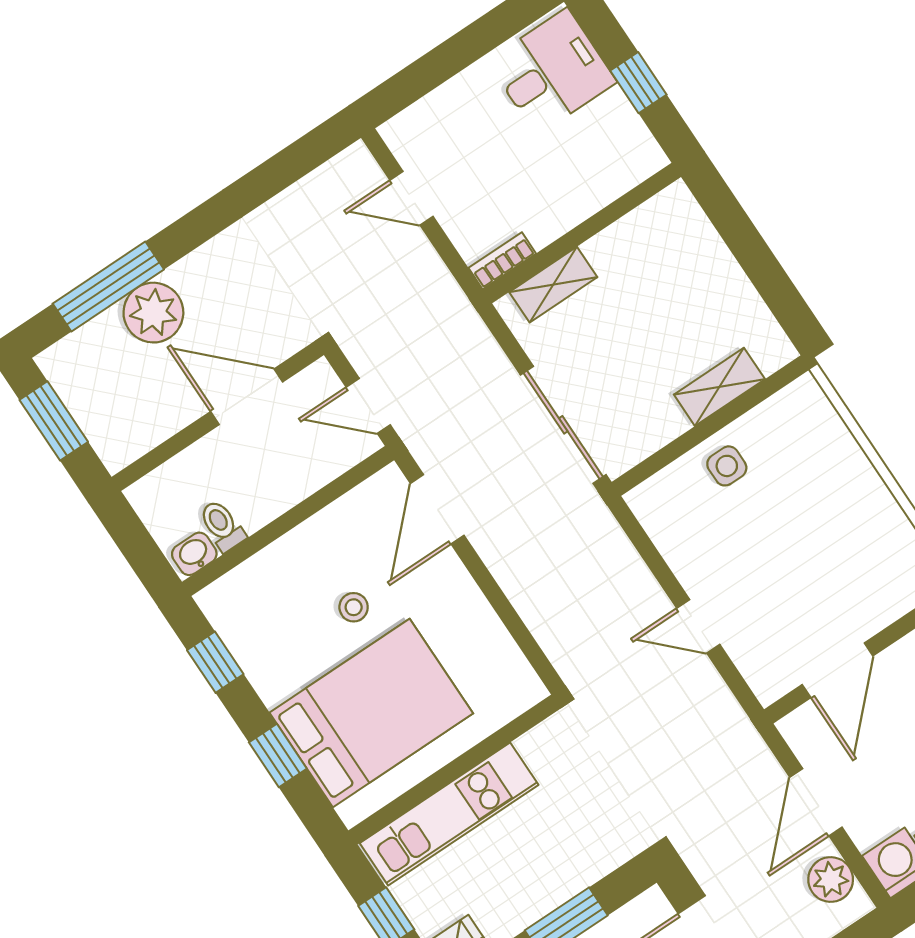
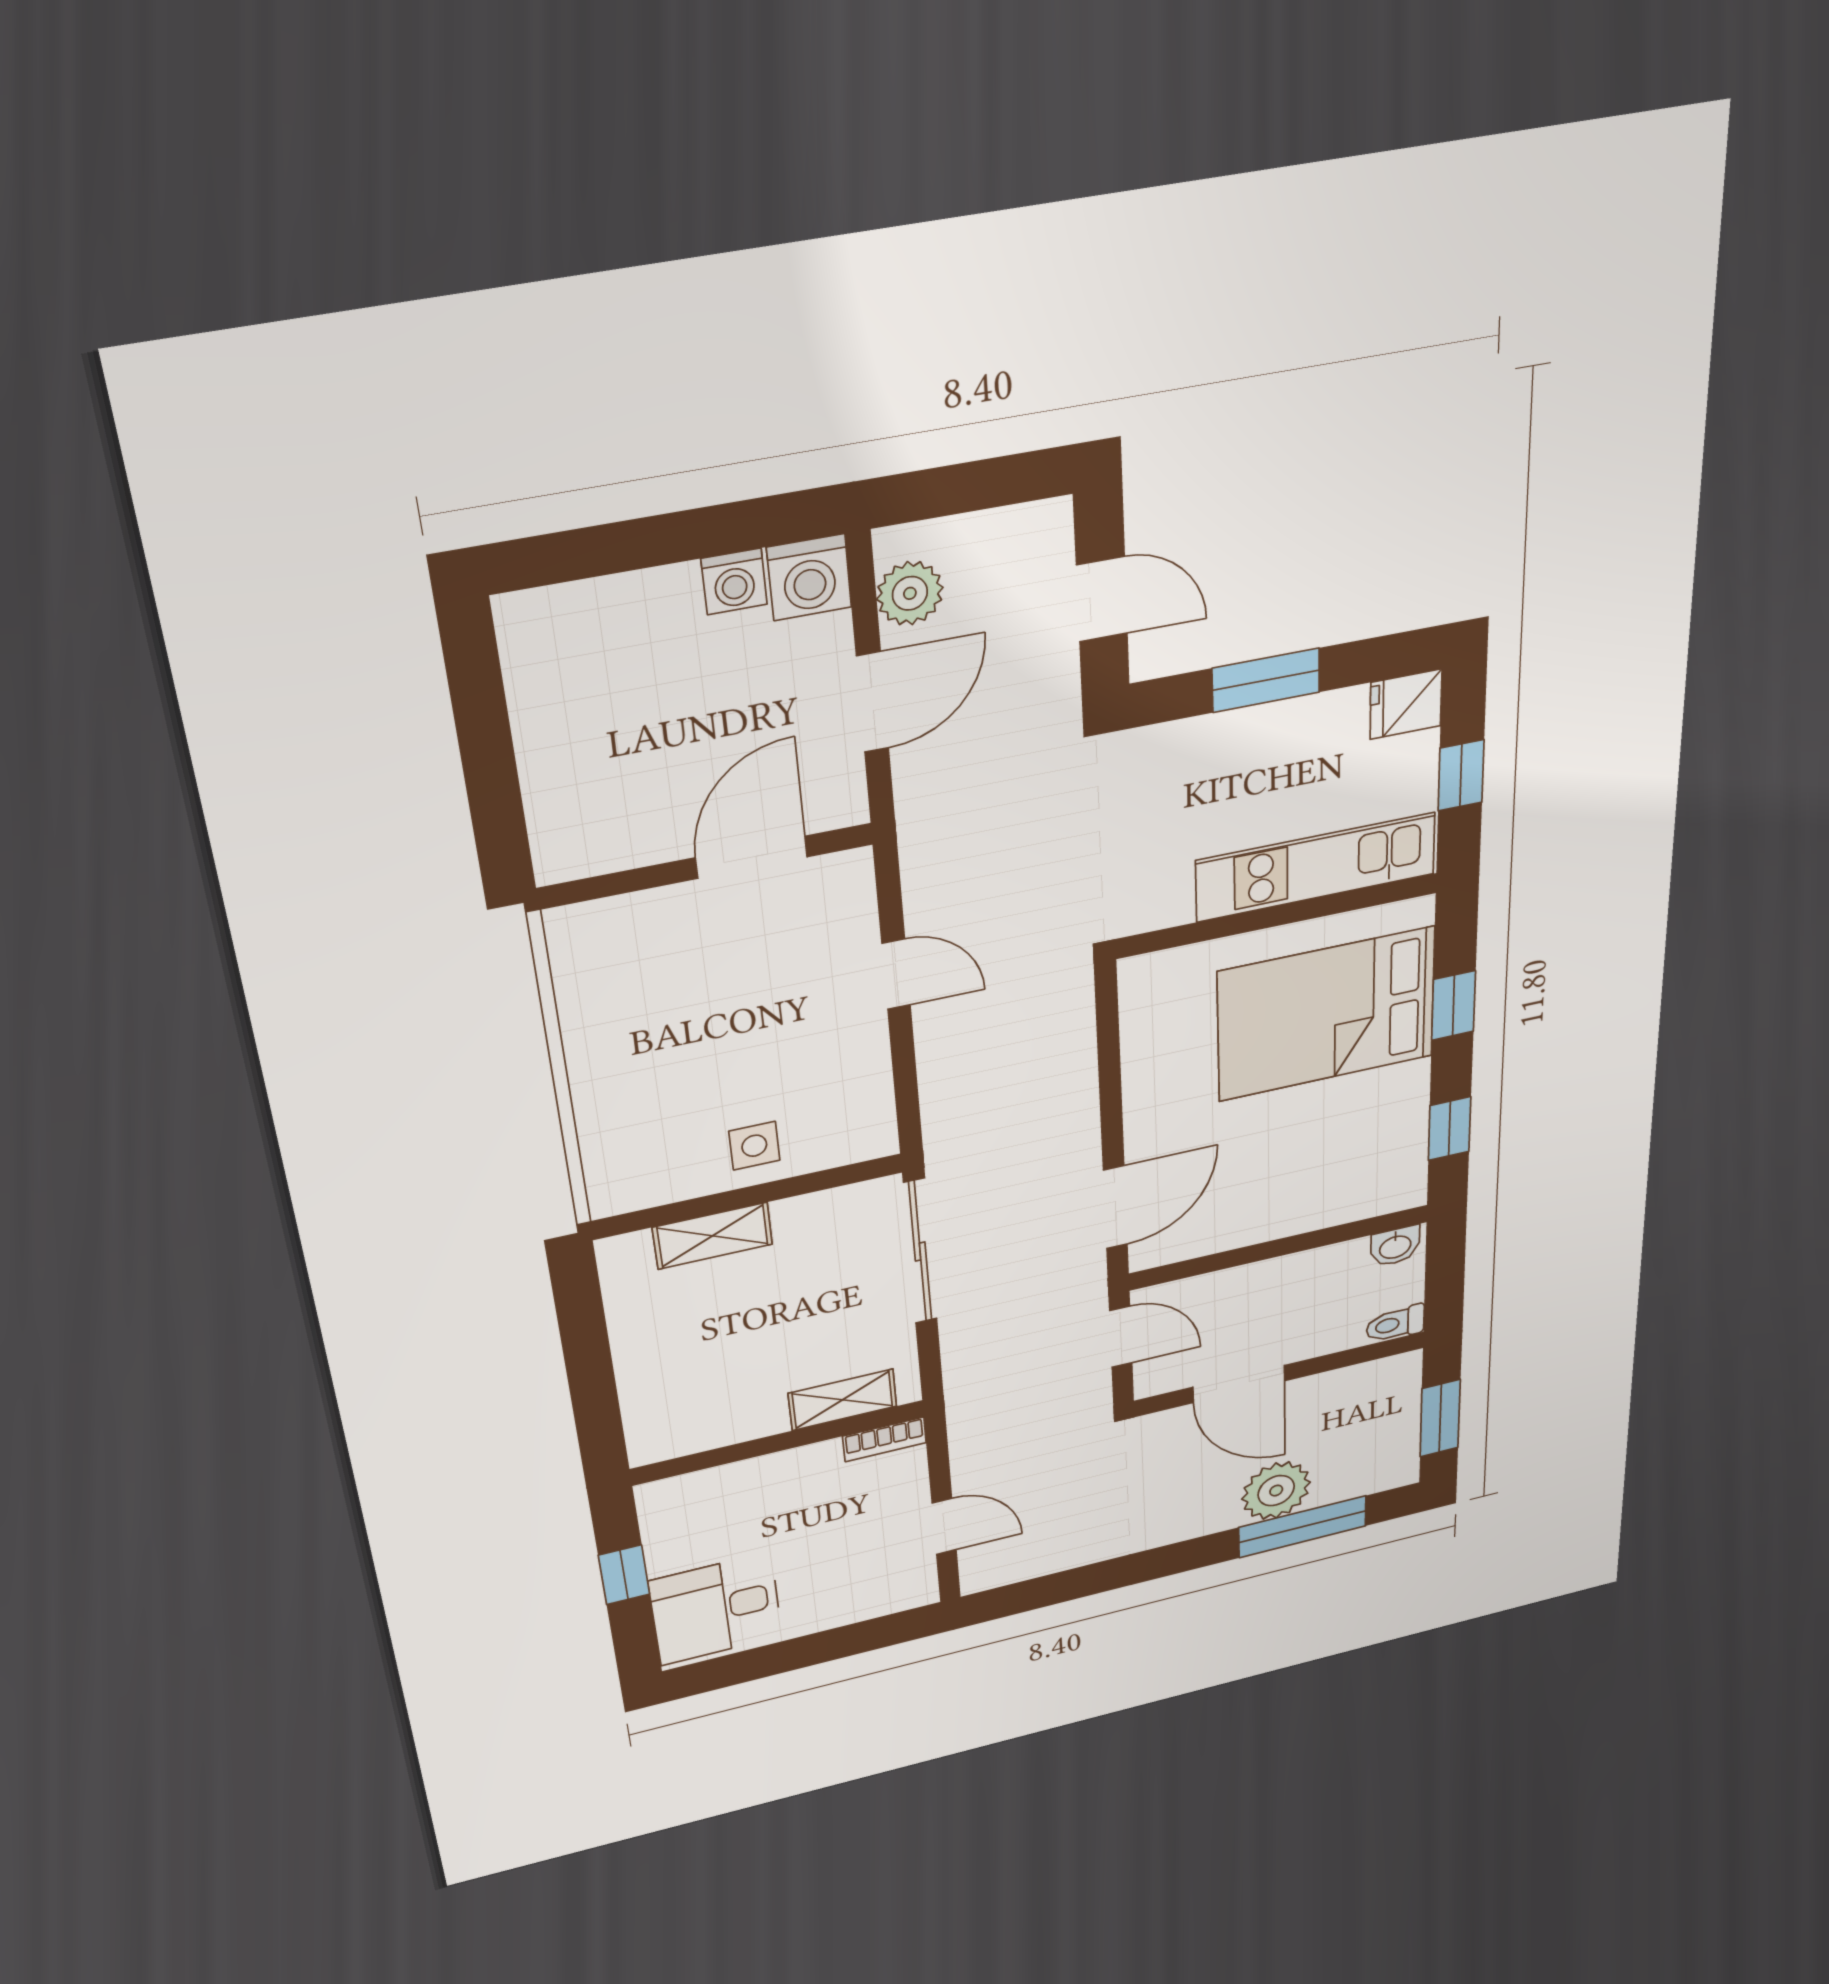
toilet: (222, 526) -> (1395, 1324), moved, turned 90
stool: (354, 607) -> (1271, 1135), removed

